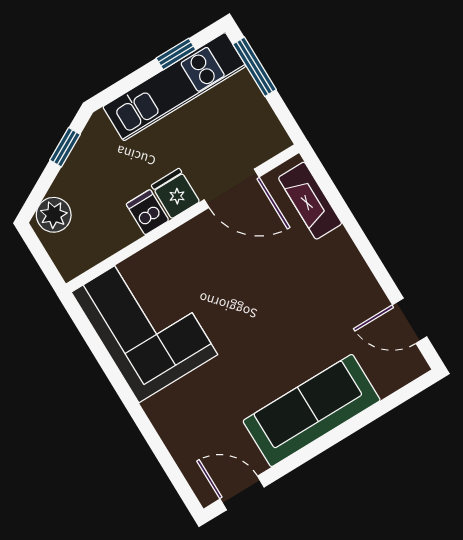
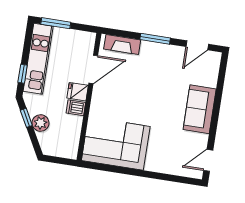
window: (176, 54) -> (23, 74), moved
plant: (54, 215) -> (41, 123), moved
window: (363, 245) -> (155, 39), added
sofa: (312, 411) -> (200, 109), width x0.73

